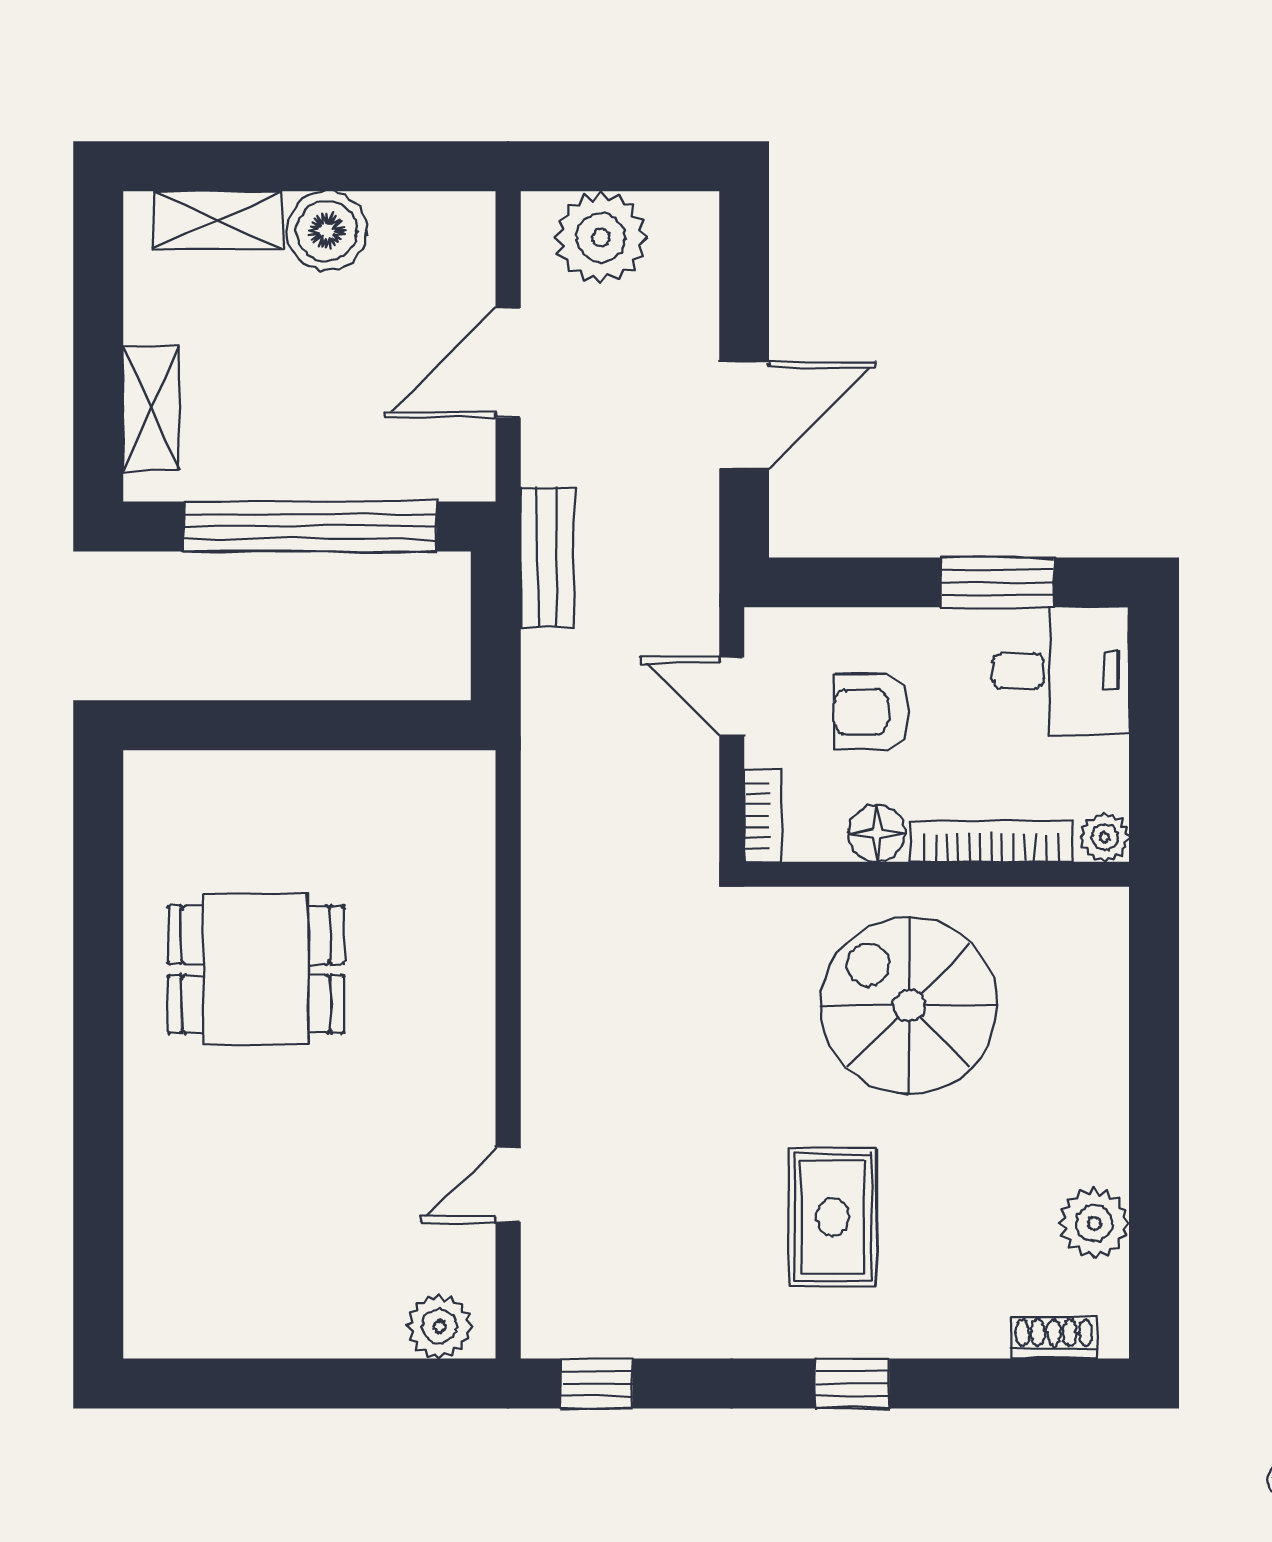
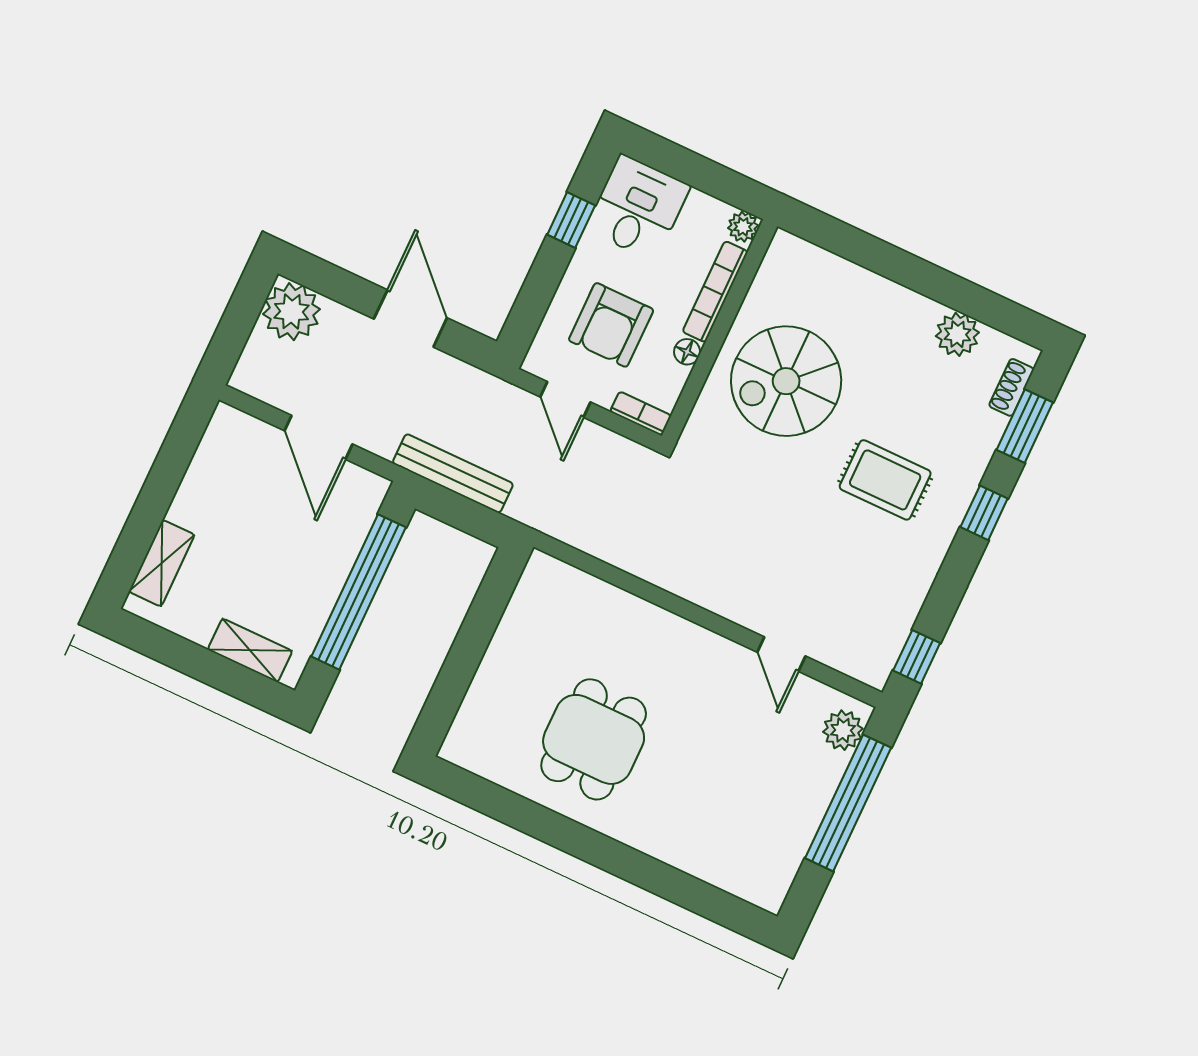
boiler: (327, 231) -> (196, 505), removed
plant: (601, 238) -> (292, 312), moved
bench: (547, 557) -> (453, 473), width x1.36
window: (997, 582) -> (571, 220), width x0.67
door: (732, 696) -> (565, 400), hinge flipped
armchair: (872, 712) -> (611, 325), width x1.38, depth x1.38
floor lamp: (877, 833) -> (687, 352), width x0.73, depth x0.73
window: (337, 1384) -> (848, 803), added
window: (1006, 1384) -> (1025, 426), added

